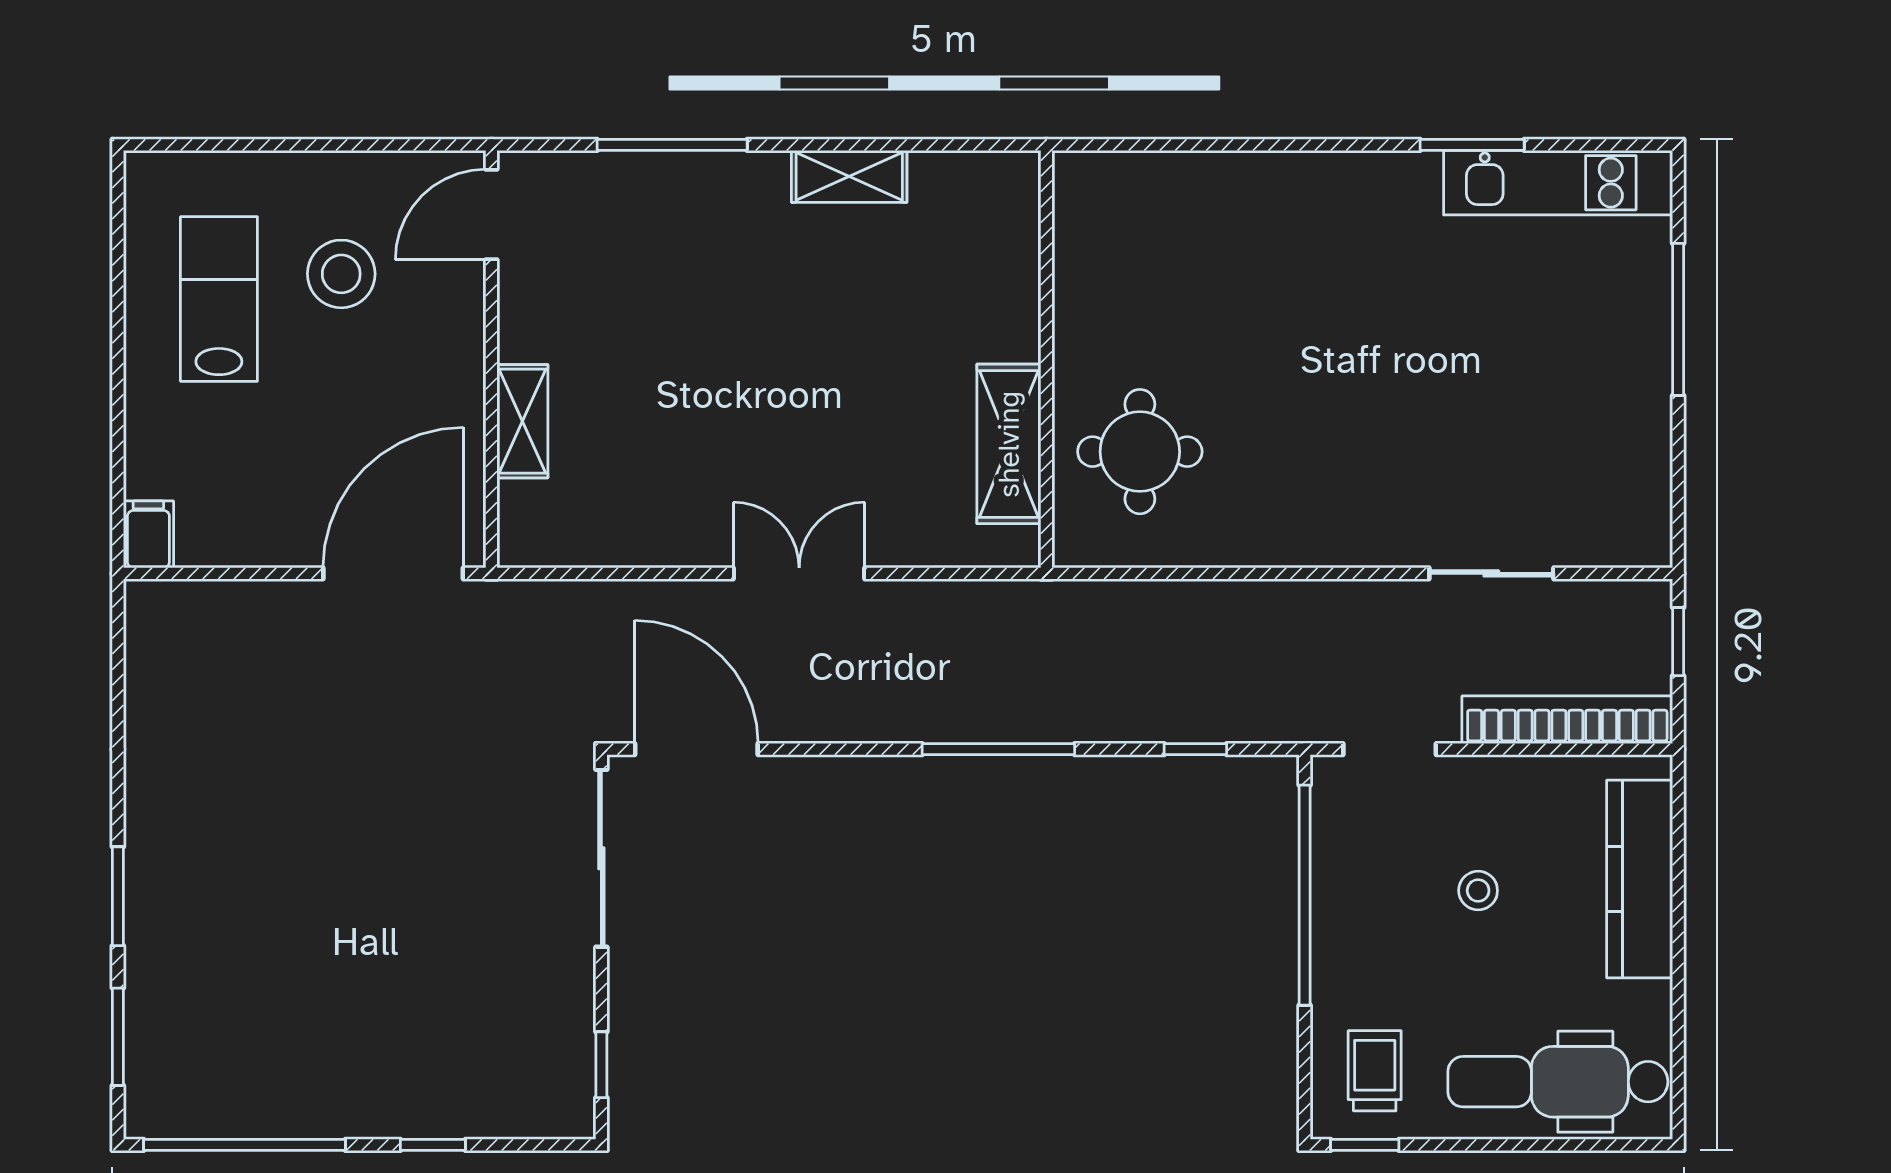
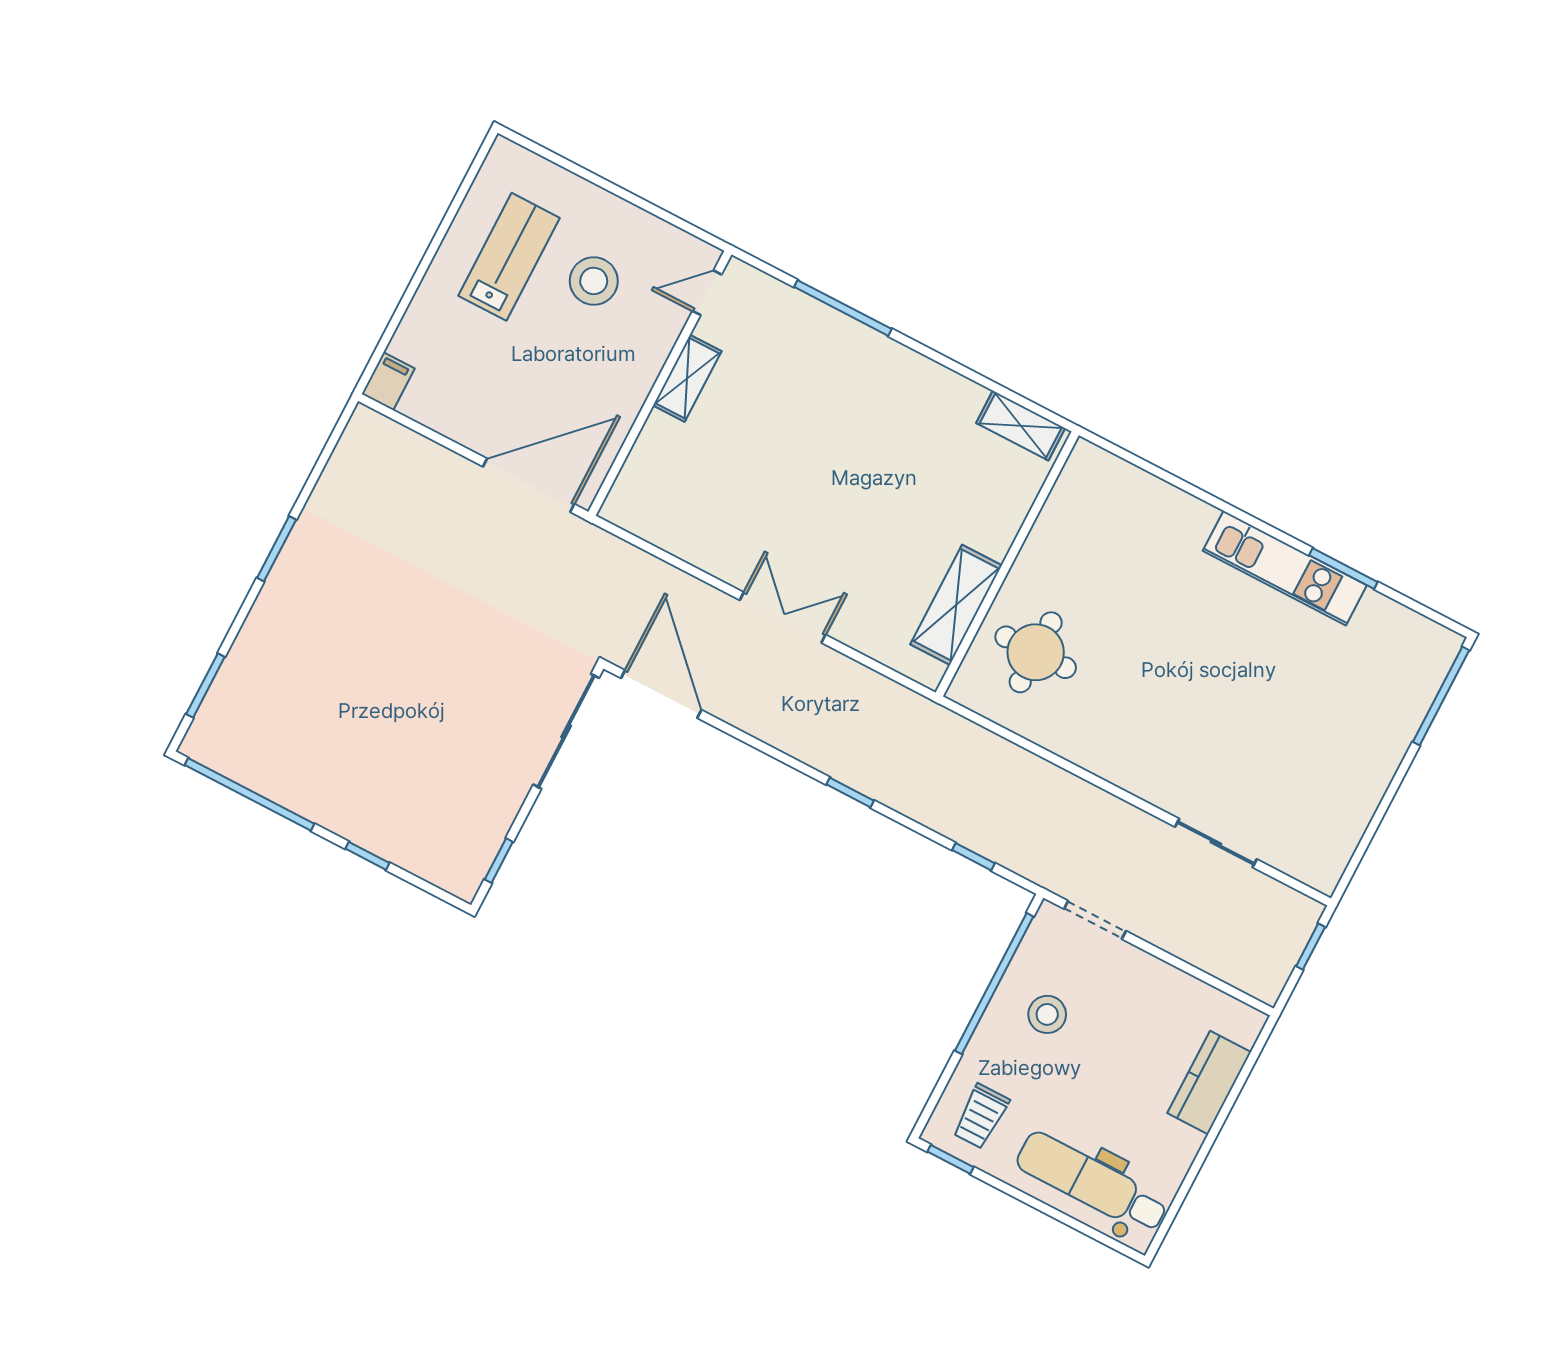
shelving: (849, 176) -> (1021, 426), moved
kitchen unit: (1558, 183) -> (1285, 568), moved
door: (491, 215) -> (707, 293), width x0.73
window: (1678, 319) -> (1441, 696), moved
shelving: (522, 421) -> (687, 378), moved
bookcase: (1567, 720) -> (1216, 959), removed
window: (998, 749) -> (850, 792), width x0.46
kitchen counter: (1640, 879) -> (1209, 1083), width x0.67
stool: (1478, 891) -> (1047, 1014), moved, width x1.37, depth x1.37
window: (118, 896) -> (277, 549), moved
trolley: (1375, 1071) -> (981, 1116), turned 180

